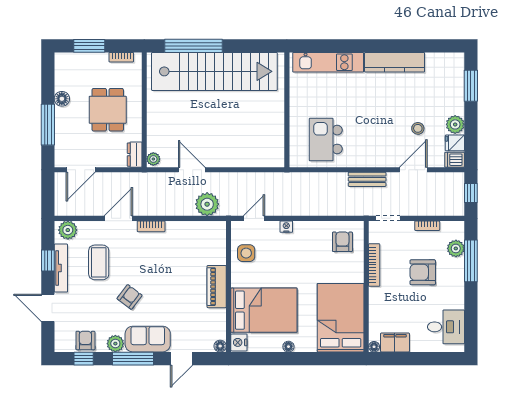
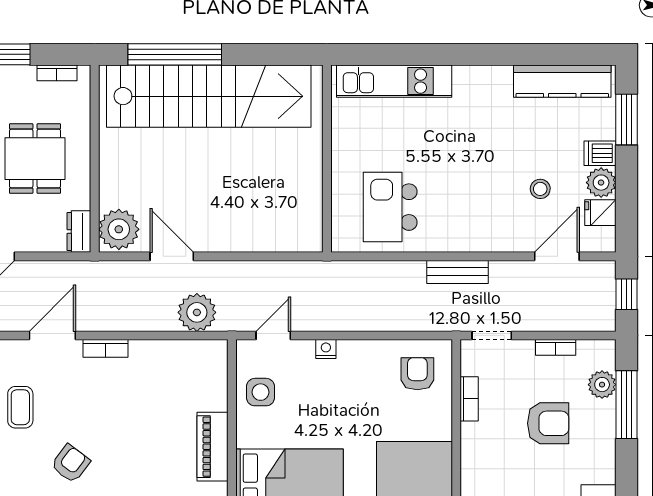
kitchen counter: (395, 62) -> (562, 81), moved
plant: (153, 159) -> (119, 229), width x1.88, depth x1.88
dishwasher: (455, 160) -> (600, 153), moved
door: (413, 170) -> (557, 256), moved
coffee table: (99, 262) -> (20, 407), width x0.73, depth x0.77
bookcase: (374, 265) -> (469, 399), width x0.64
armchair: (423, 272) -> (548, 423), turned 180

